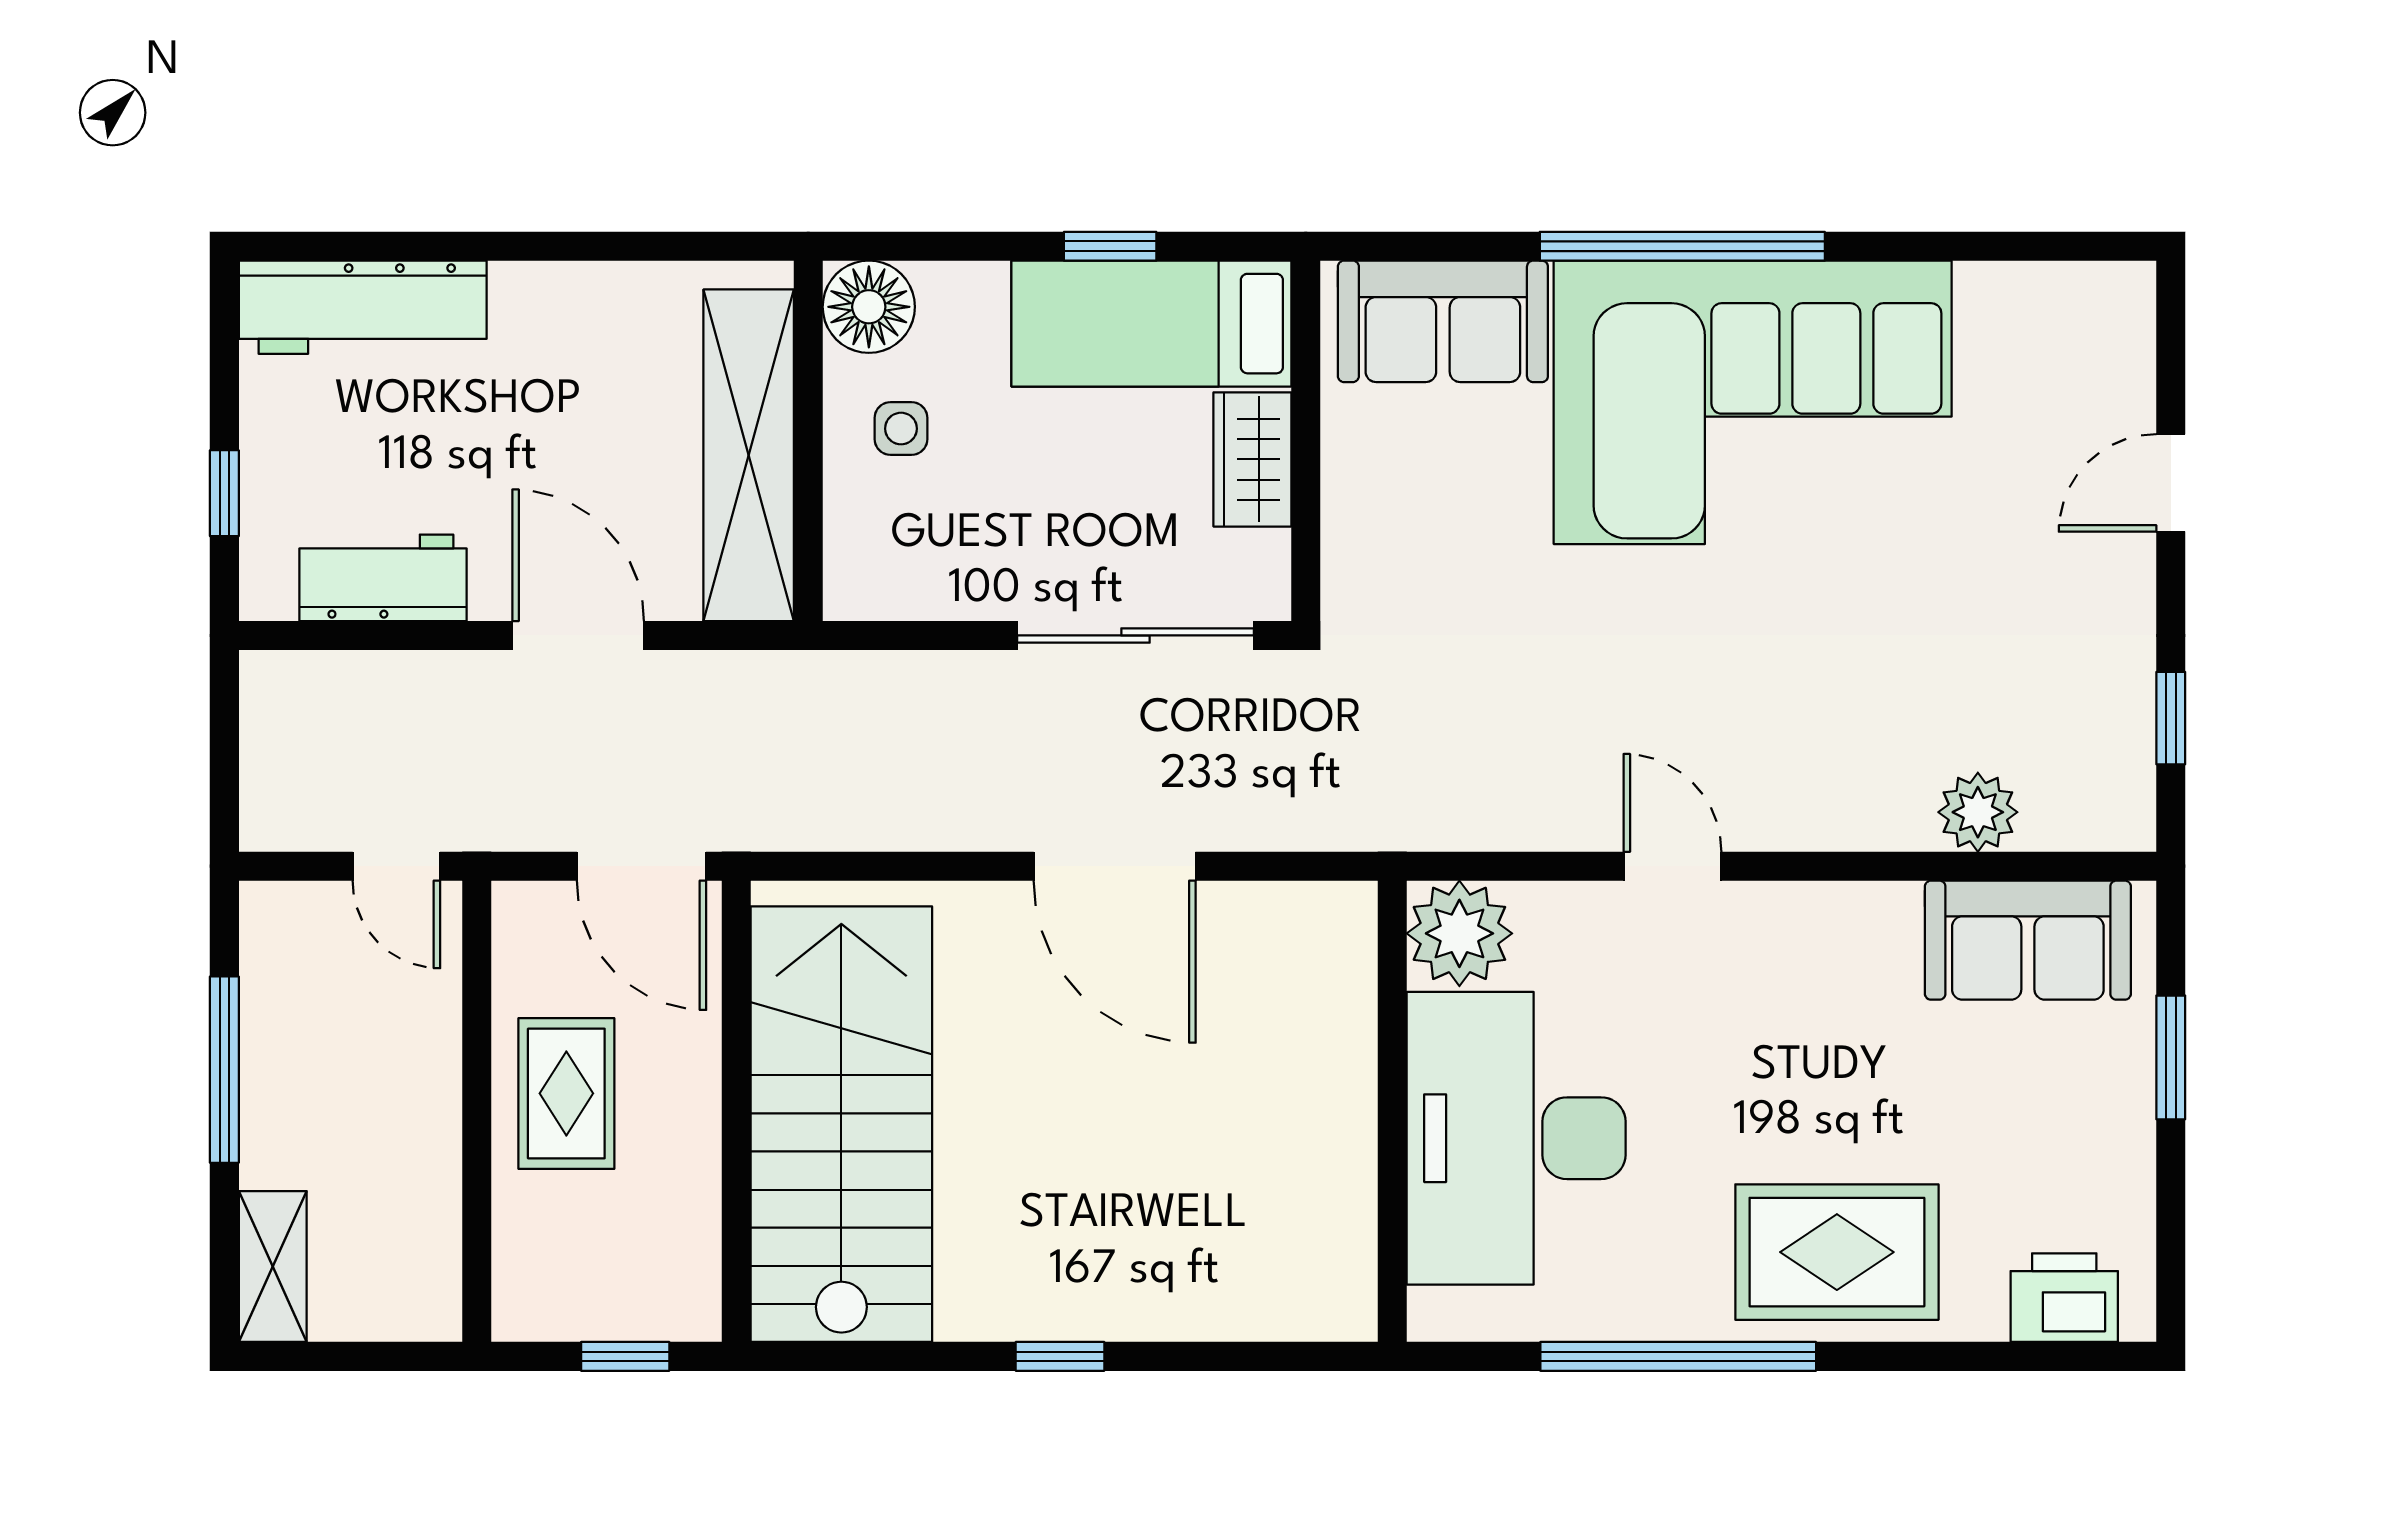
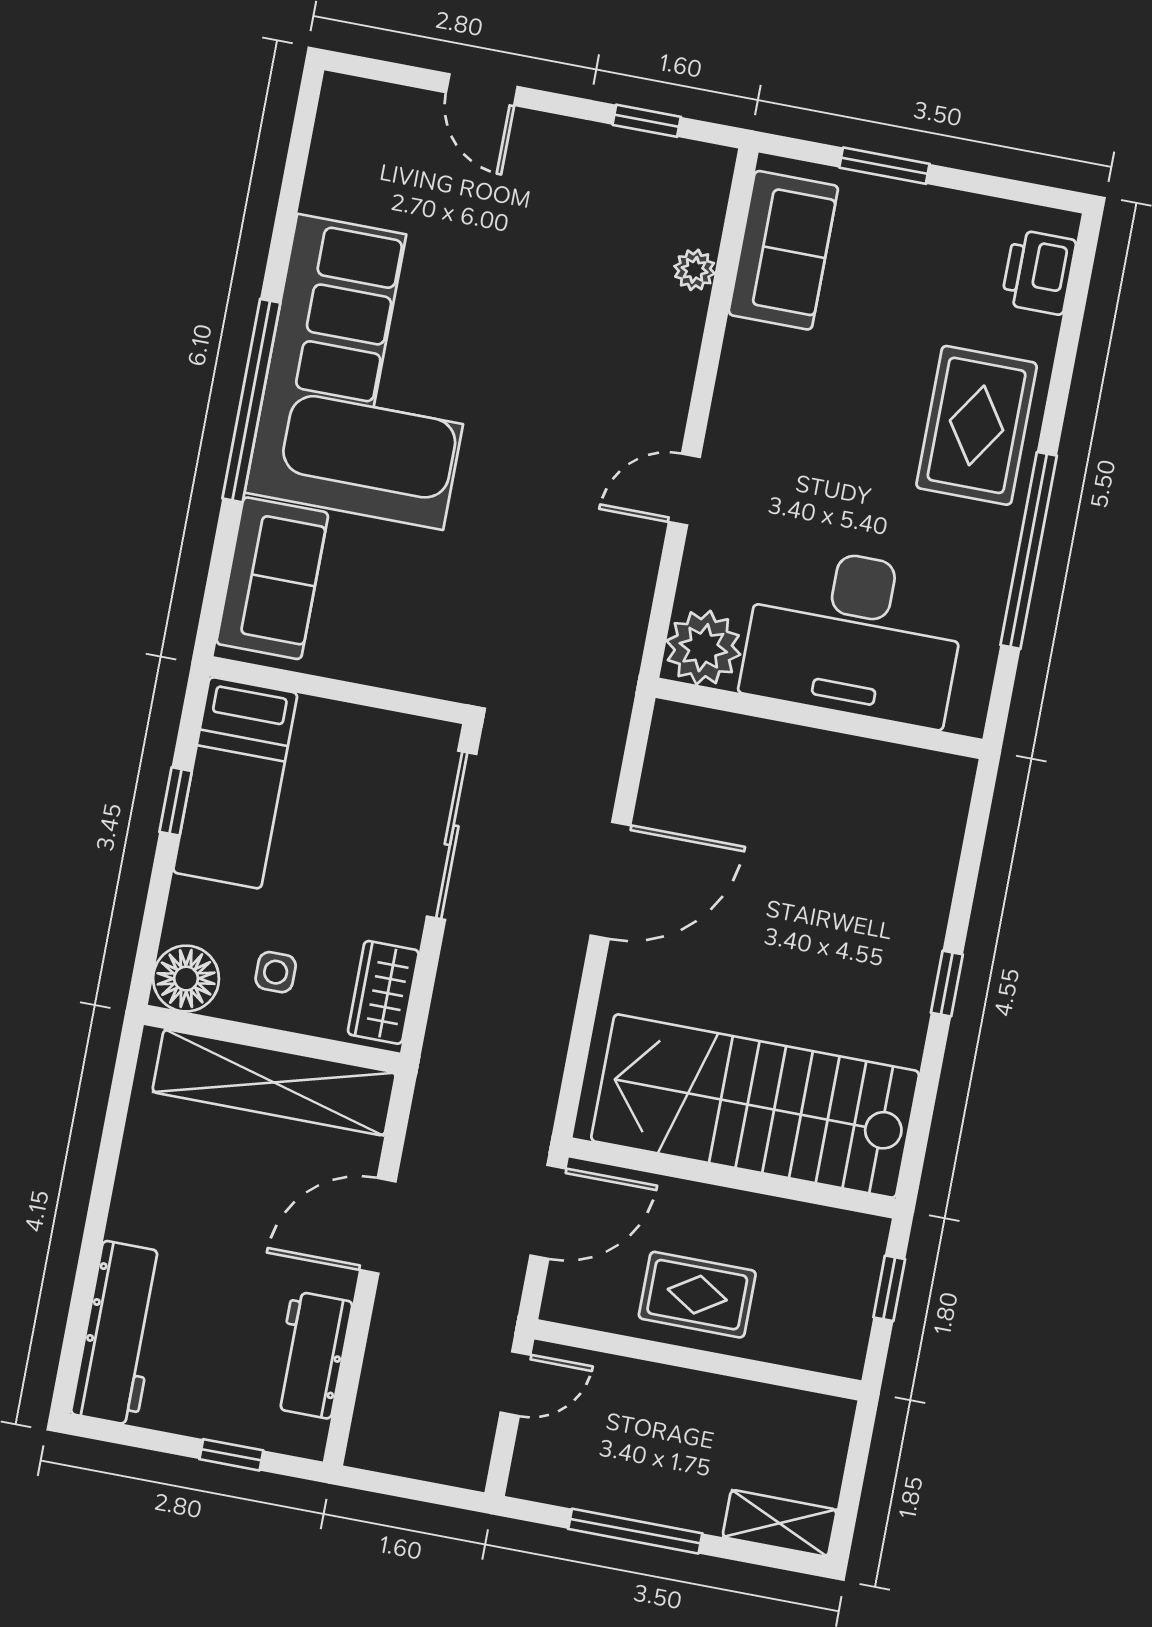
wardrobe: (1252, 459) -> (383, 992), moved, turned 90
plant: (1978, 812) -> (695, 270), width x0.73, depth x0.73

